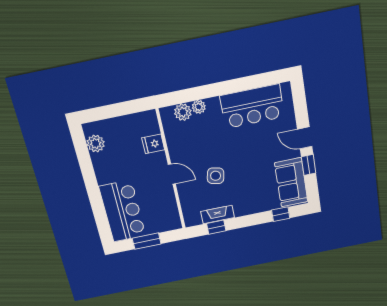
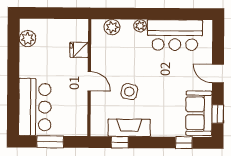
plant: (199, 107) -> (140, 26), moved
window: (309, 165) -> (218, 114), moved
fireplace: (218, 215) -> (129, 128), width x1.37, depth x1.32

